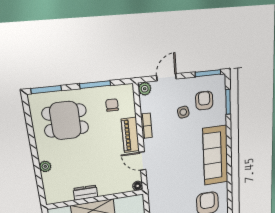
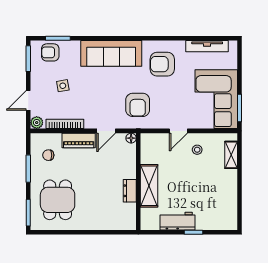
door: (167, 77) -> (28, 100), hinge flipped
armchair: (204, 101) -> (50, 52), moved
bookcase: (146, 126) -> (65, 124), width x1.56
plant: (45, 166) -> (98, 225), removed
armchair: (170, 187) -> (138, 105), added

